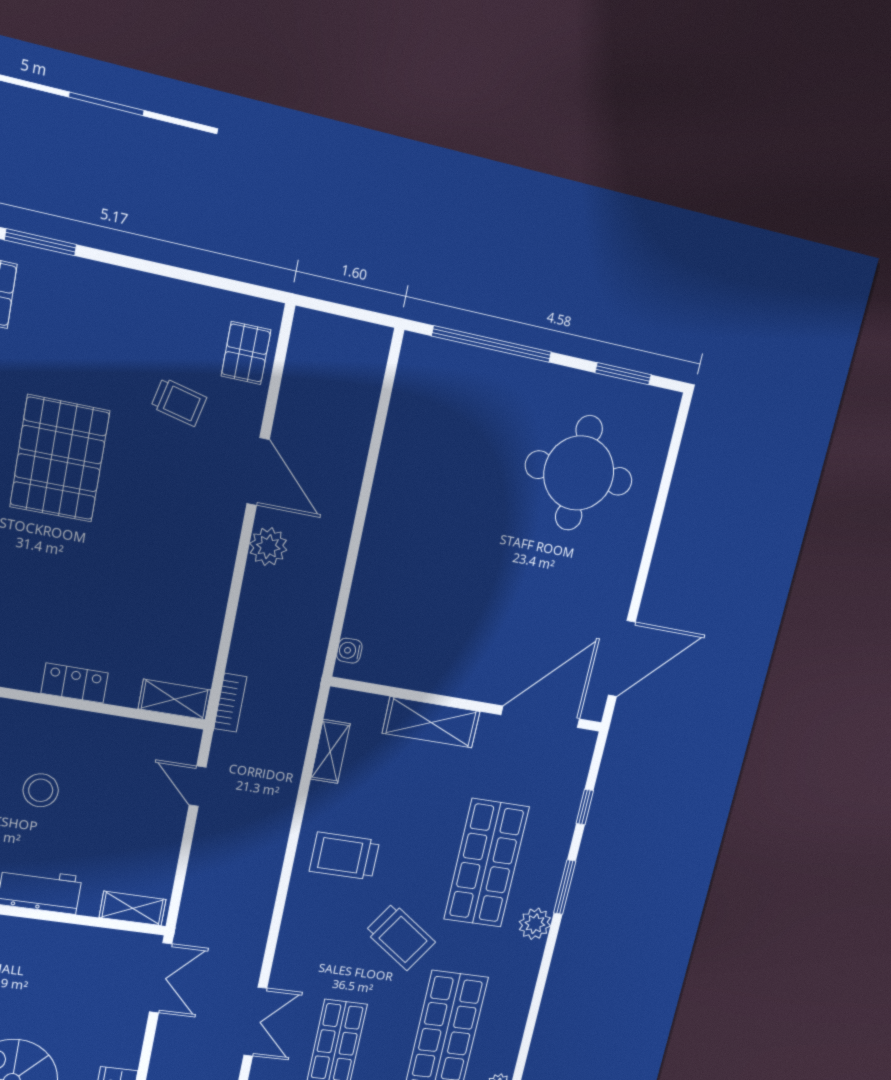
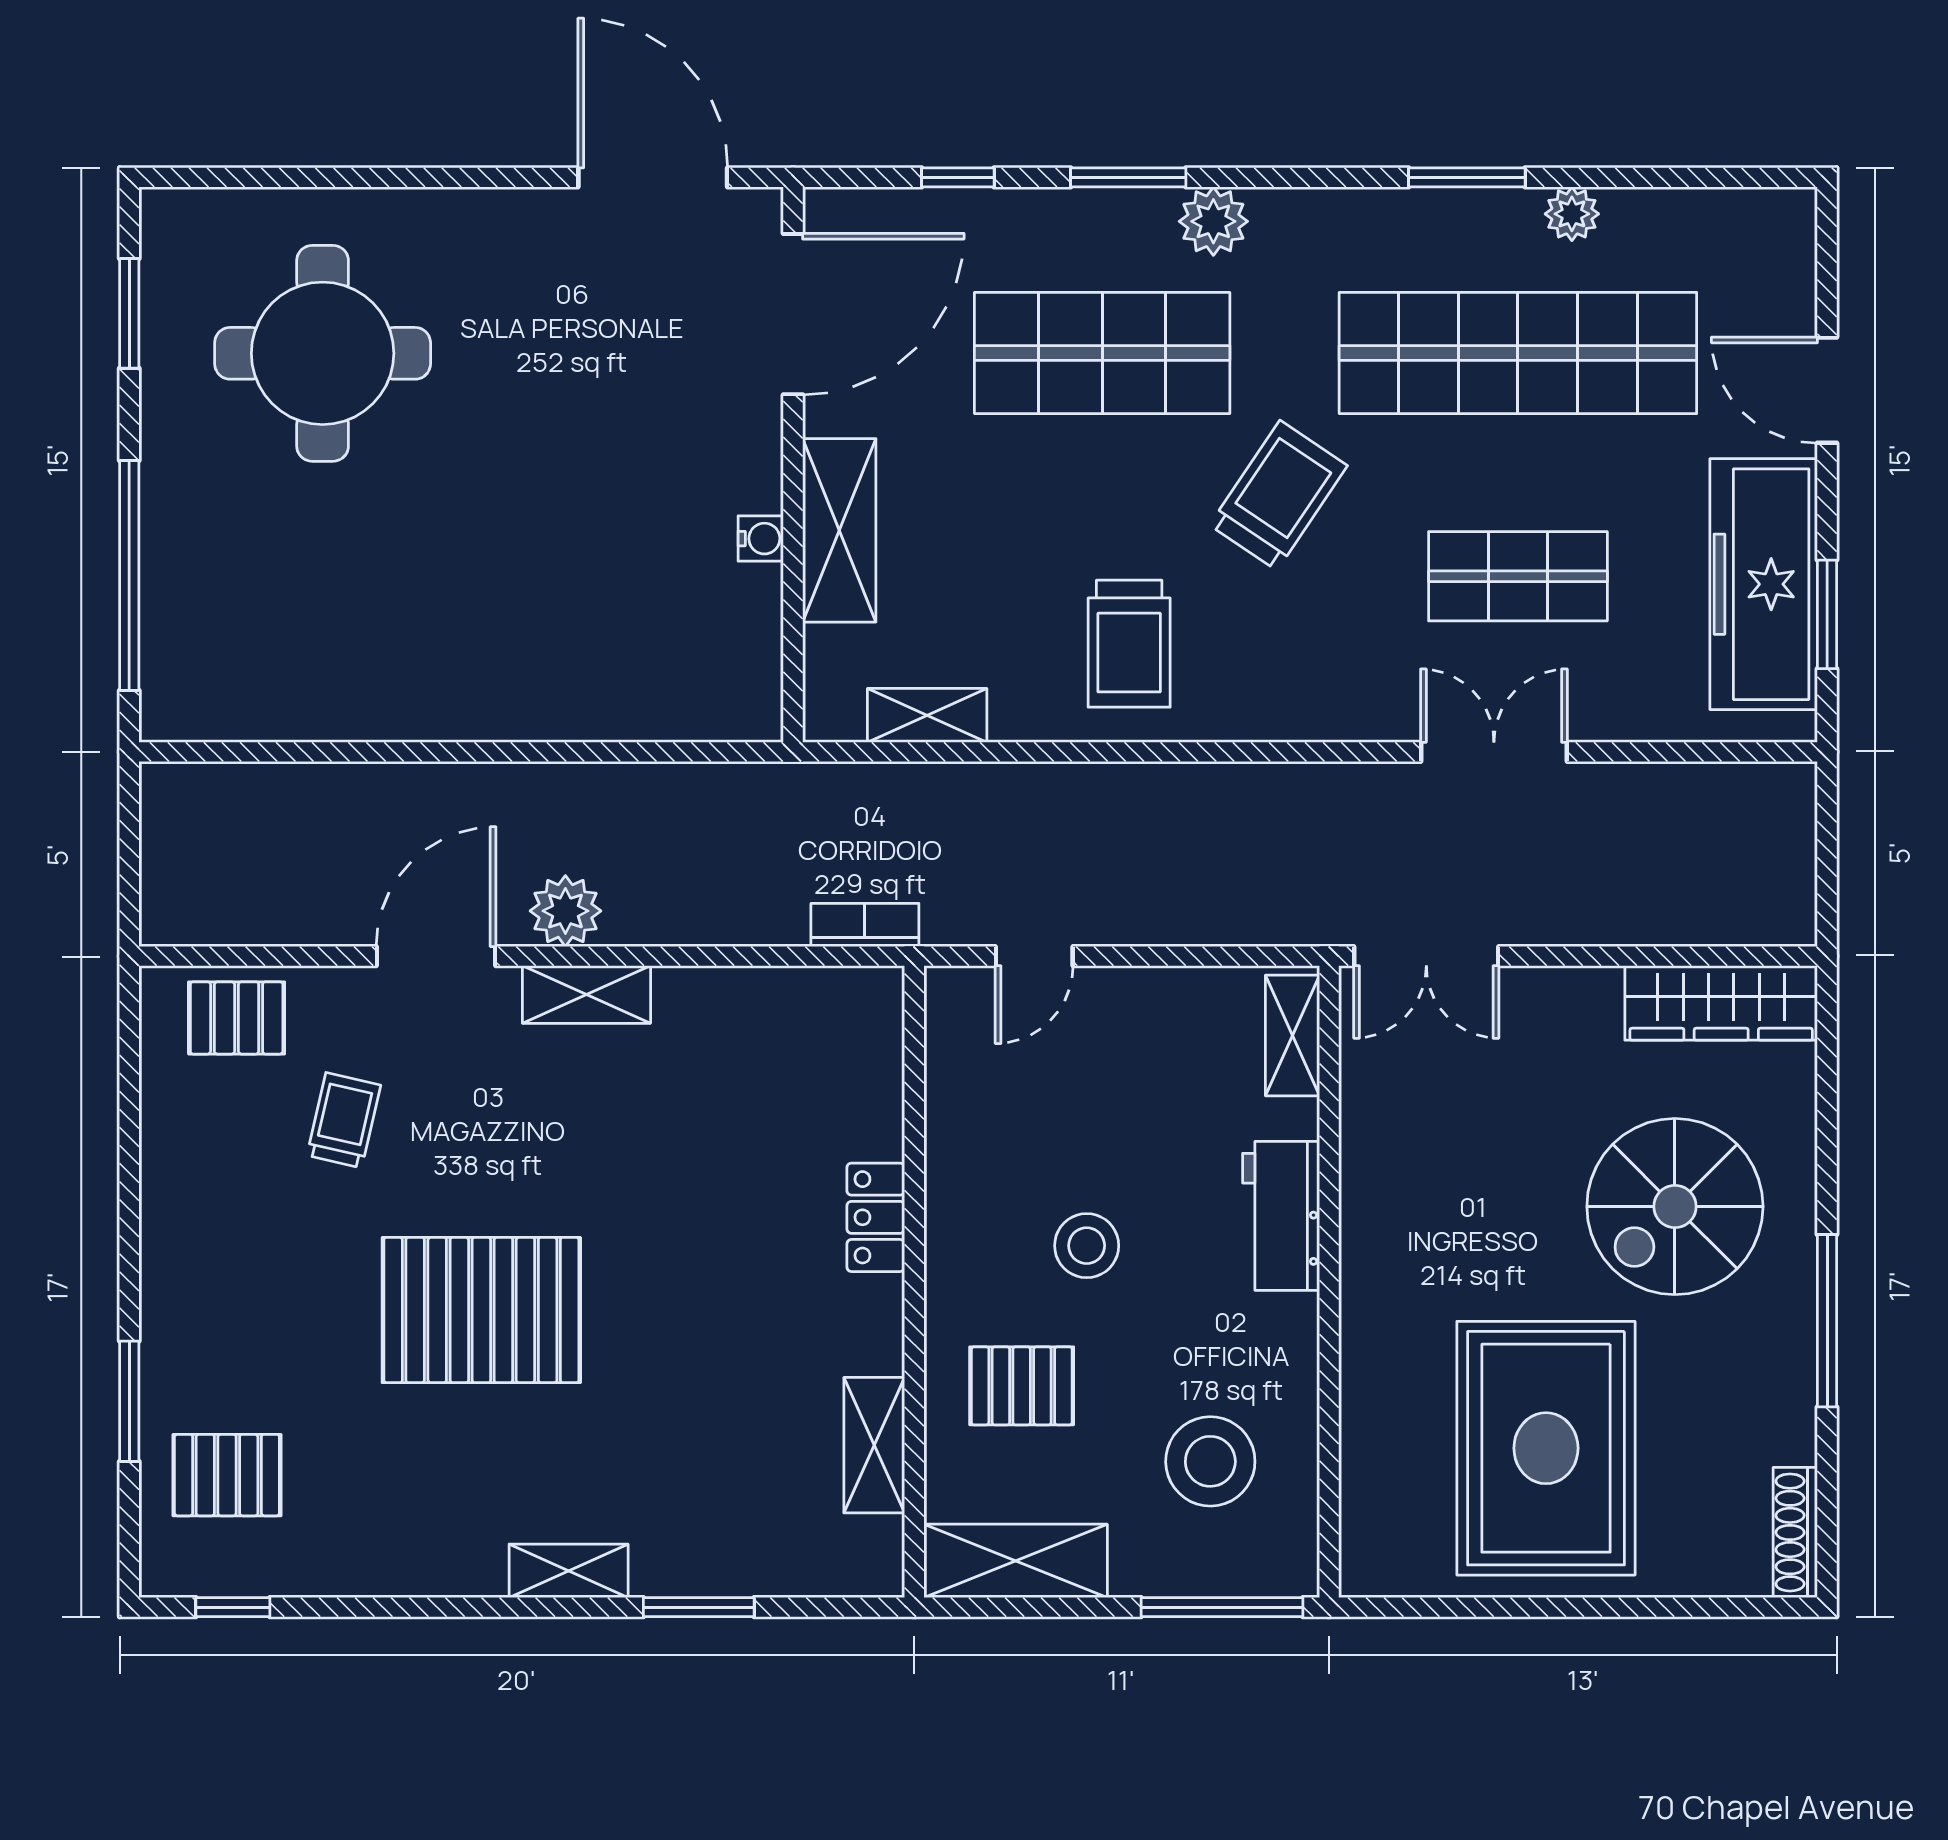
water cooler: (349, 651) -> (761, 539), moved, turned -90
shelving: (175, 699) -> (586, 995), moved, turned 90
door: (540, 717) -> (793, 314), swing flipped
double door: (161, 978) -> (1426, 956), swing flipped
window: (526, 1041) -> (1467, 177), added

